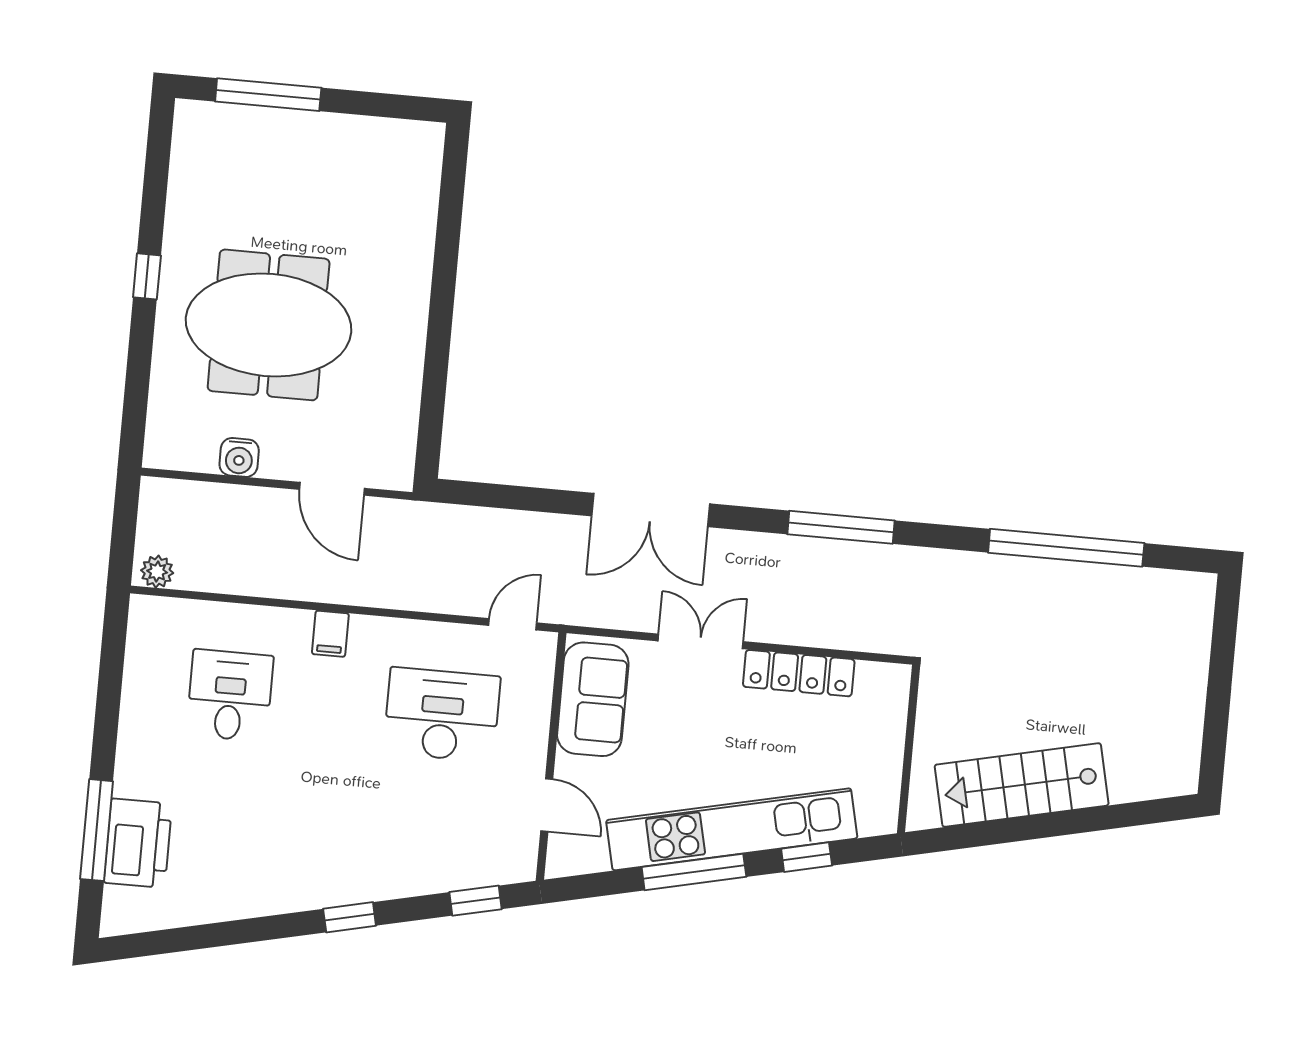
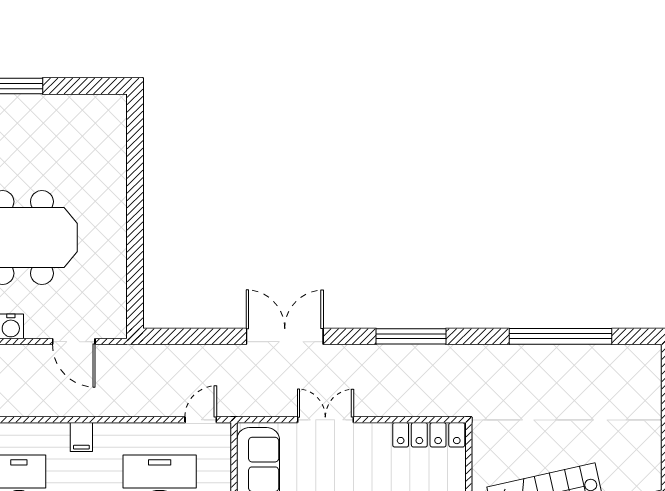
double door: (651, 510) -> (285, 336), swing flipped
locker: (799, 673) -> (429, 435), moved

